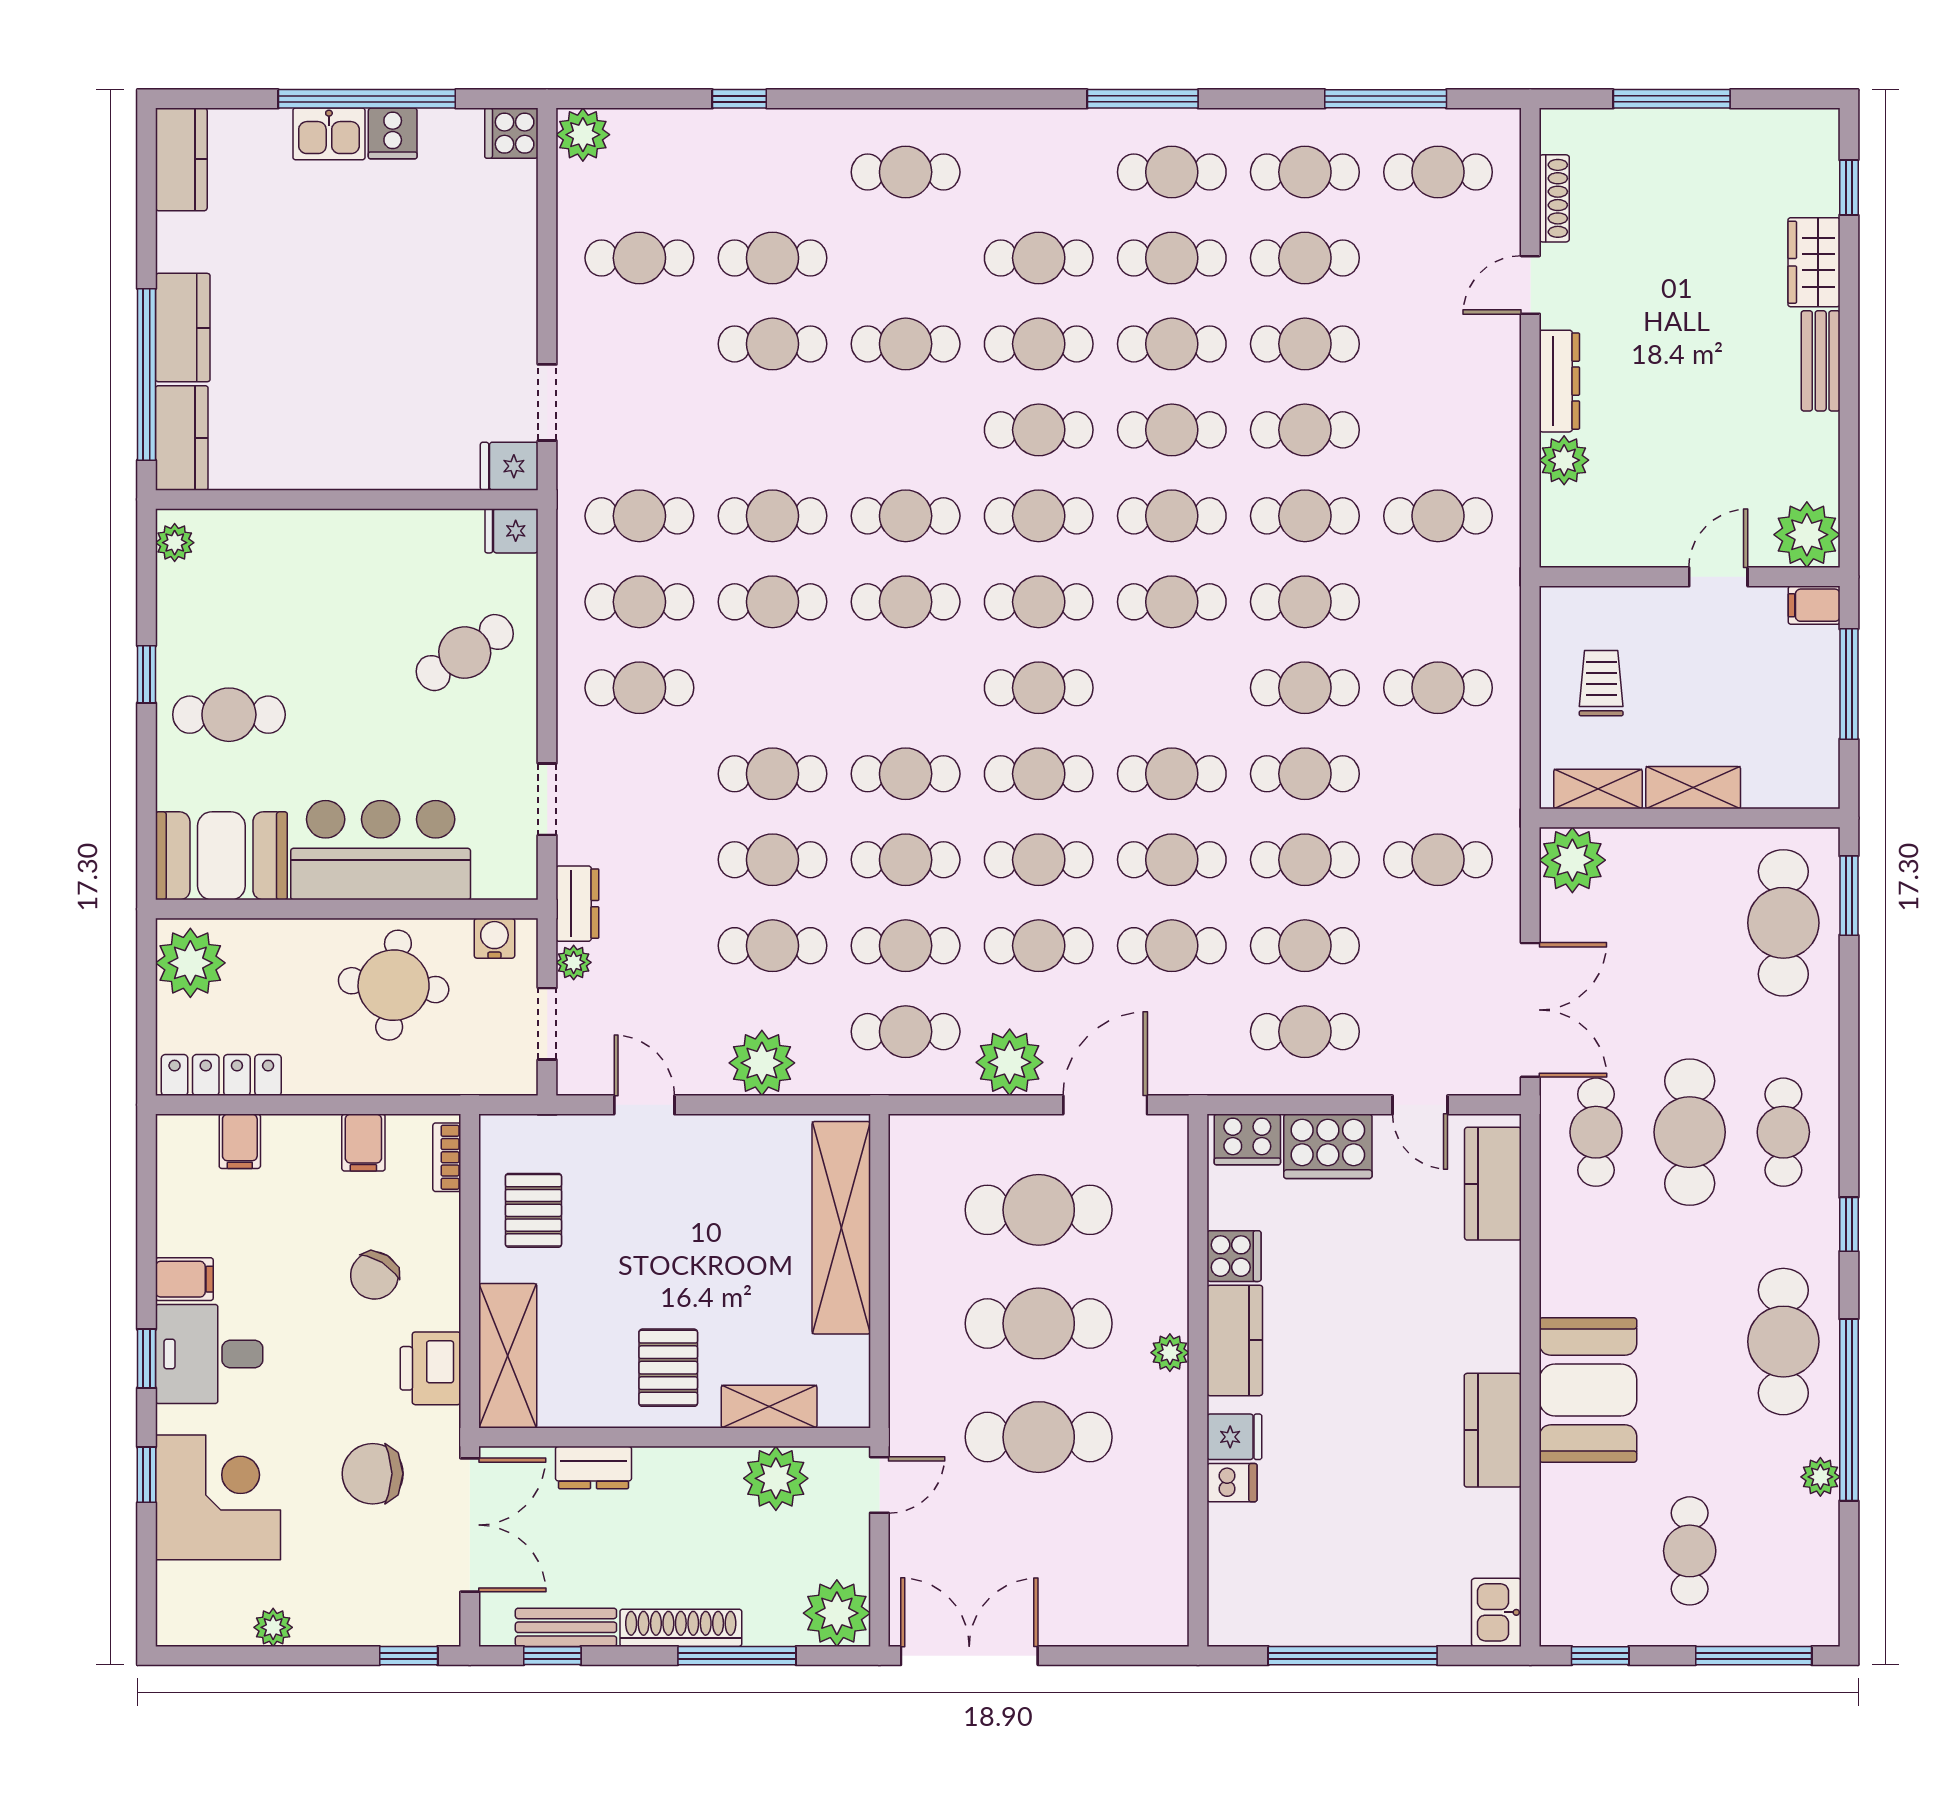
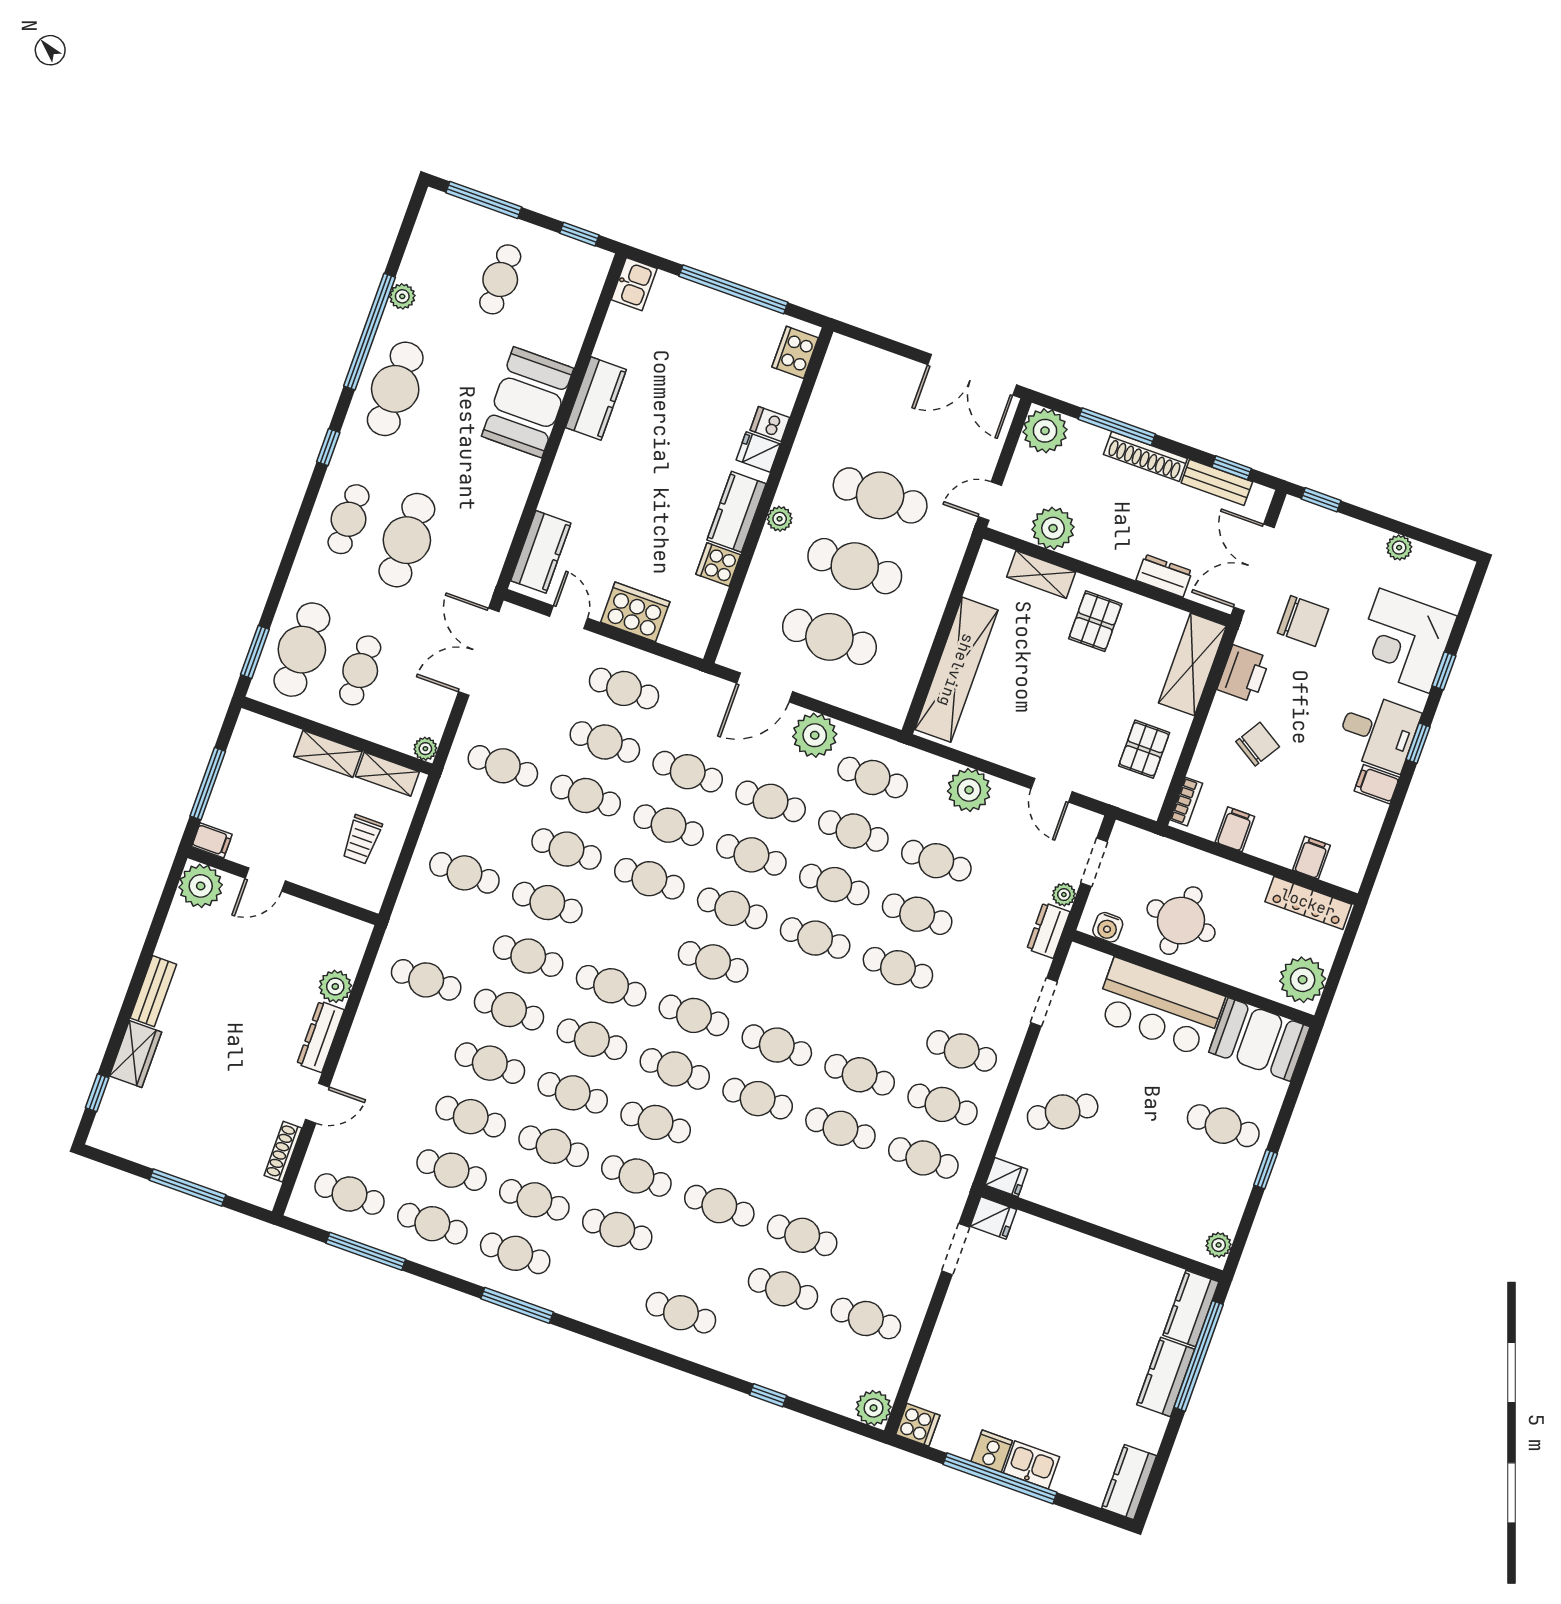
plant: (1572, 860) -> (425, 749), width x0.53, depth x0.53
cafe table: (1596, 1132) -> (360, 670), moved
cooker: (1247, 1139) -> (795, 352), moved, turned -90

